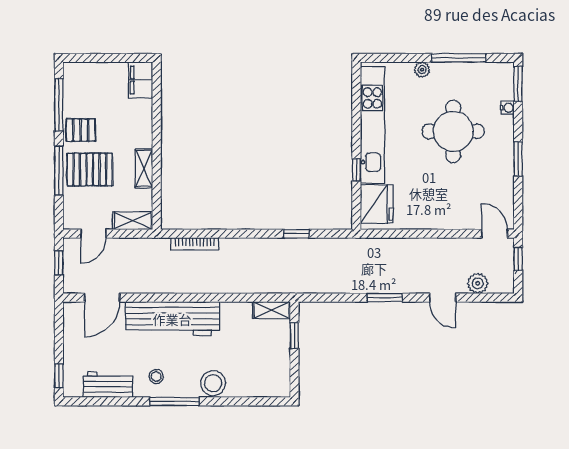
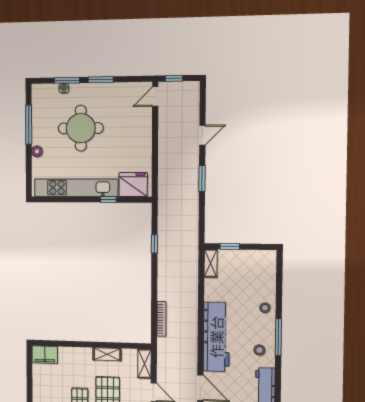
window: (518, 84) -> (67, 80), moved
plant: (478, 283) -> (192, 109), removed
stool: (213, 383) -> (265, 308), width x0.53, depth x0.53

